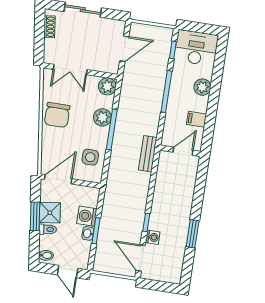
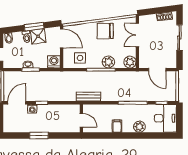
wall: (180, 151) -> (81, 118), moved
door: (183, 151) -> (81, 120), moved
washing machine: (87, 216) -> (54, 62), moved

